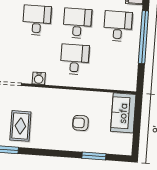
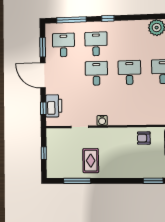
desk: (75, 59) -> (130, 102), removed
armchair: (80, 123) -> (144, 138), moved

